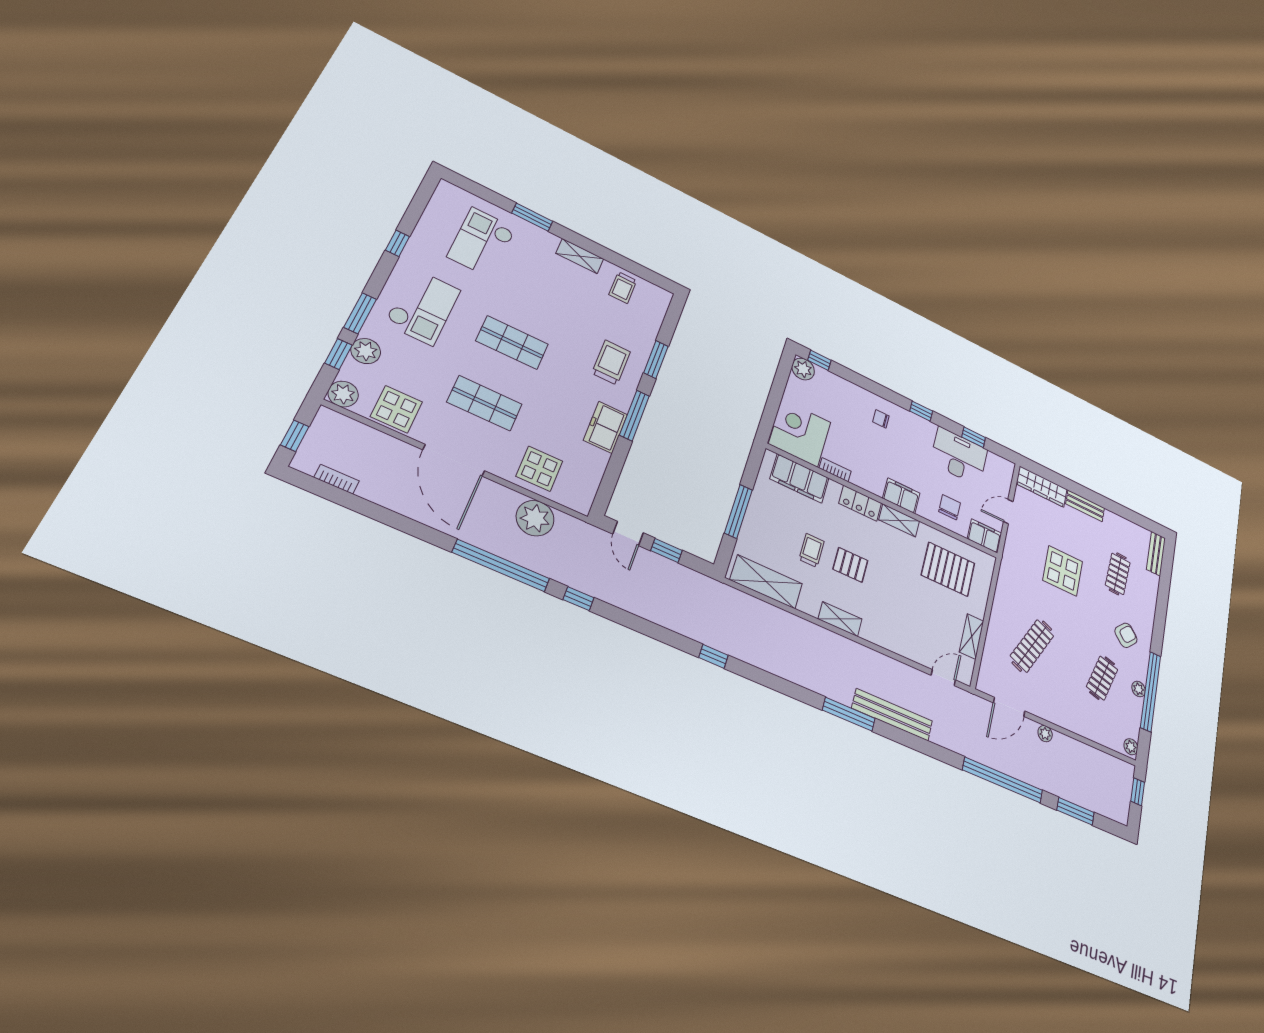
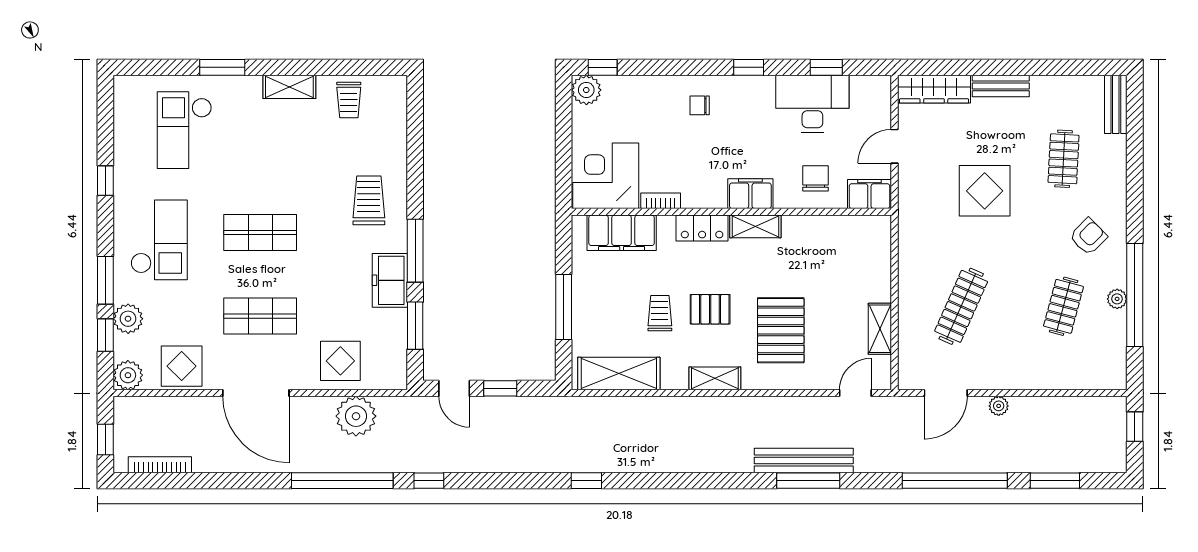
window: (656, 360) -> (415, 326), moved
bookcase: (337, 479) -> (160, 465), width x1.56
pallet: (948, 569) -> (781, 330), moved, turned 90
window: (849, 714) -> (808, 481), moved
plant: (1131, 747) -> (1117, 376), removed

